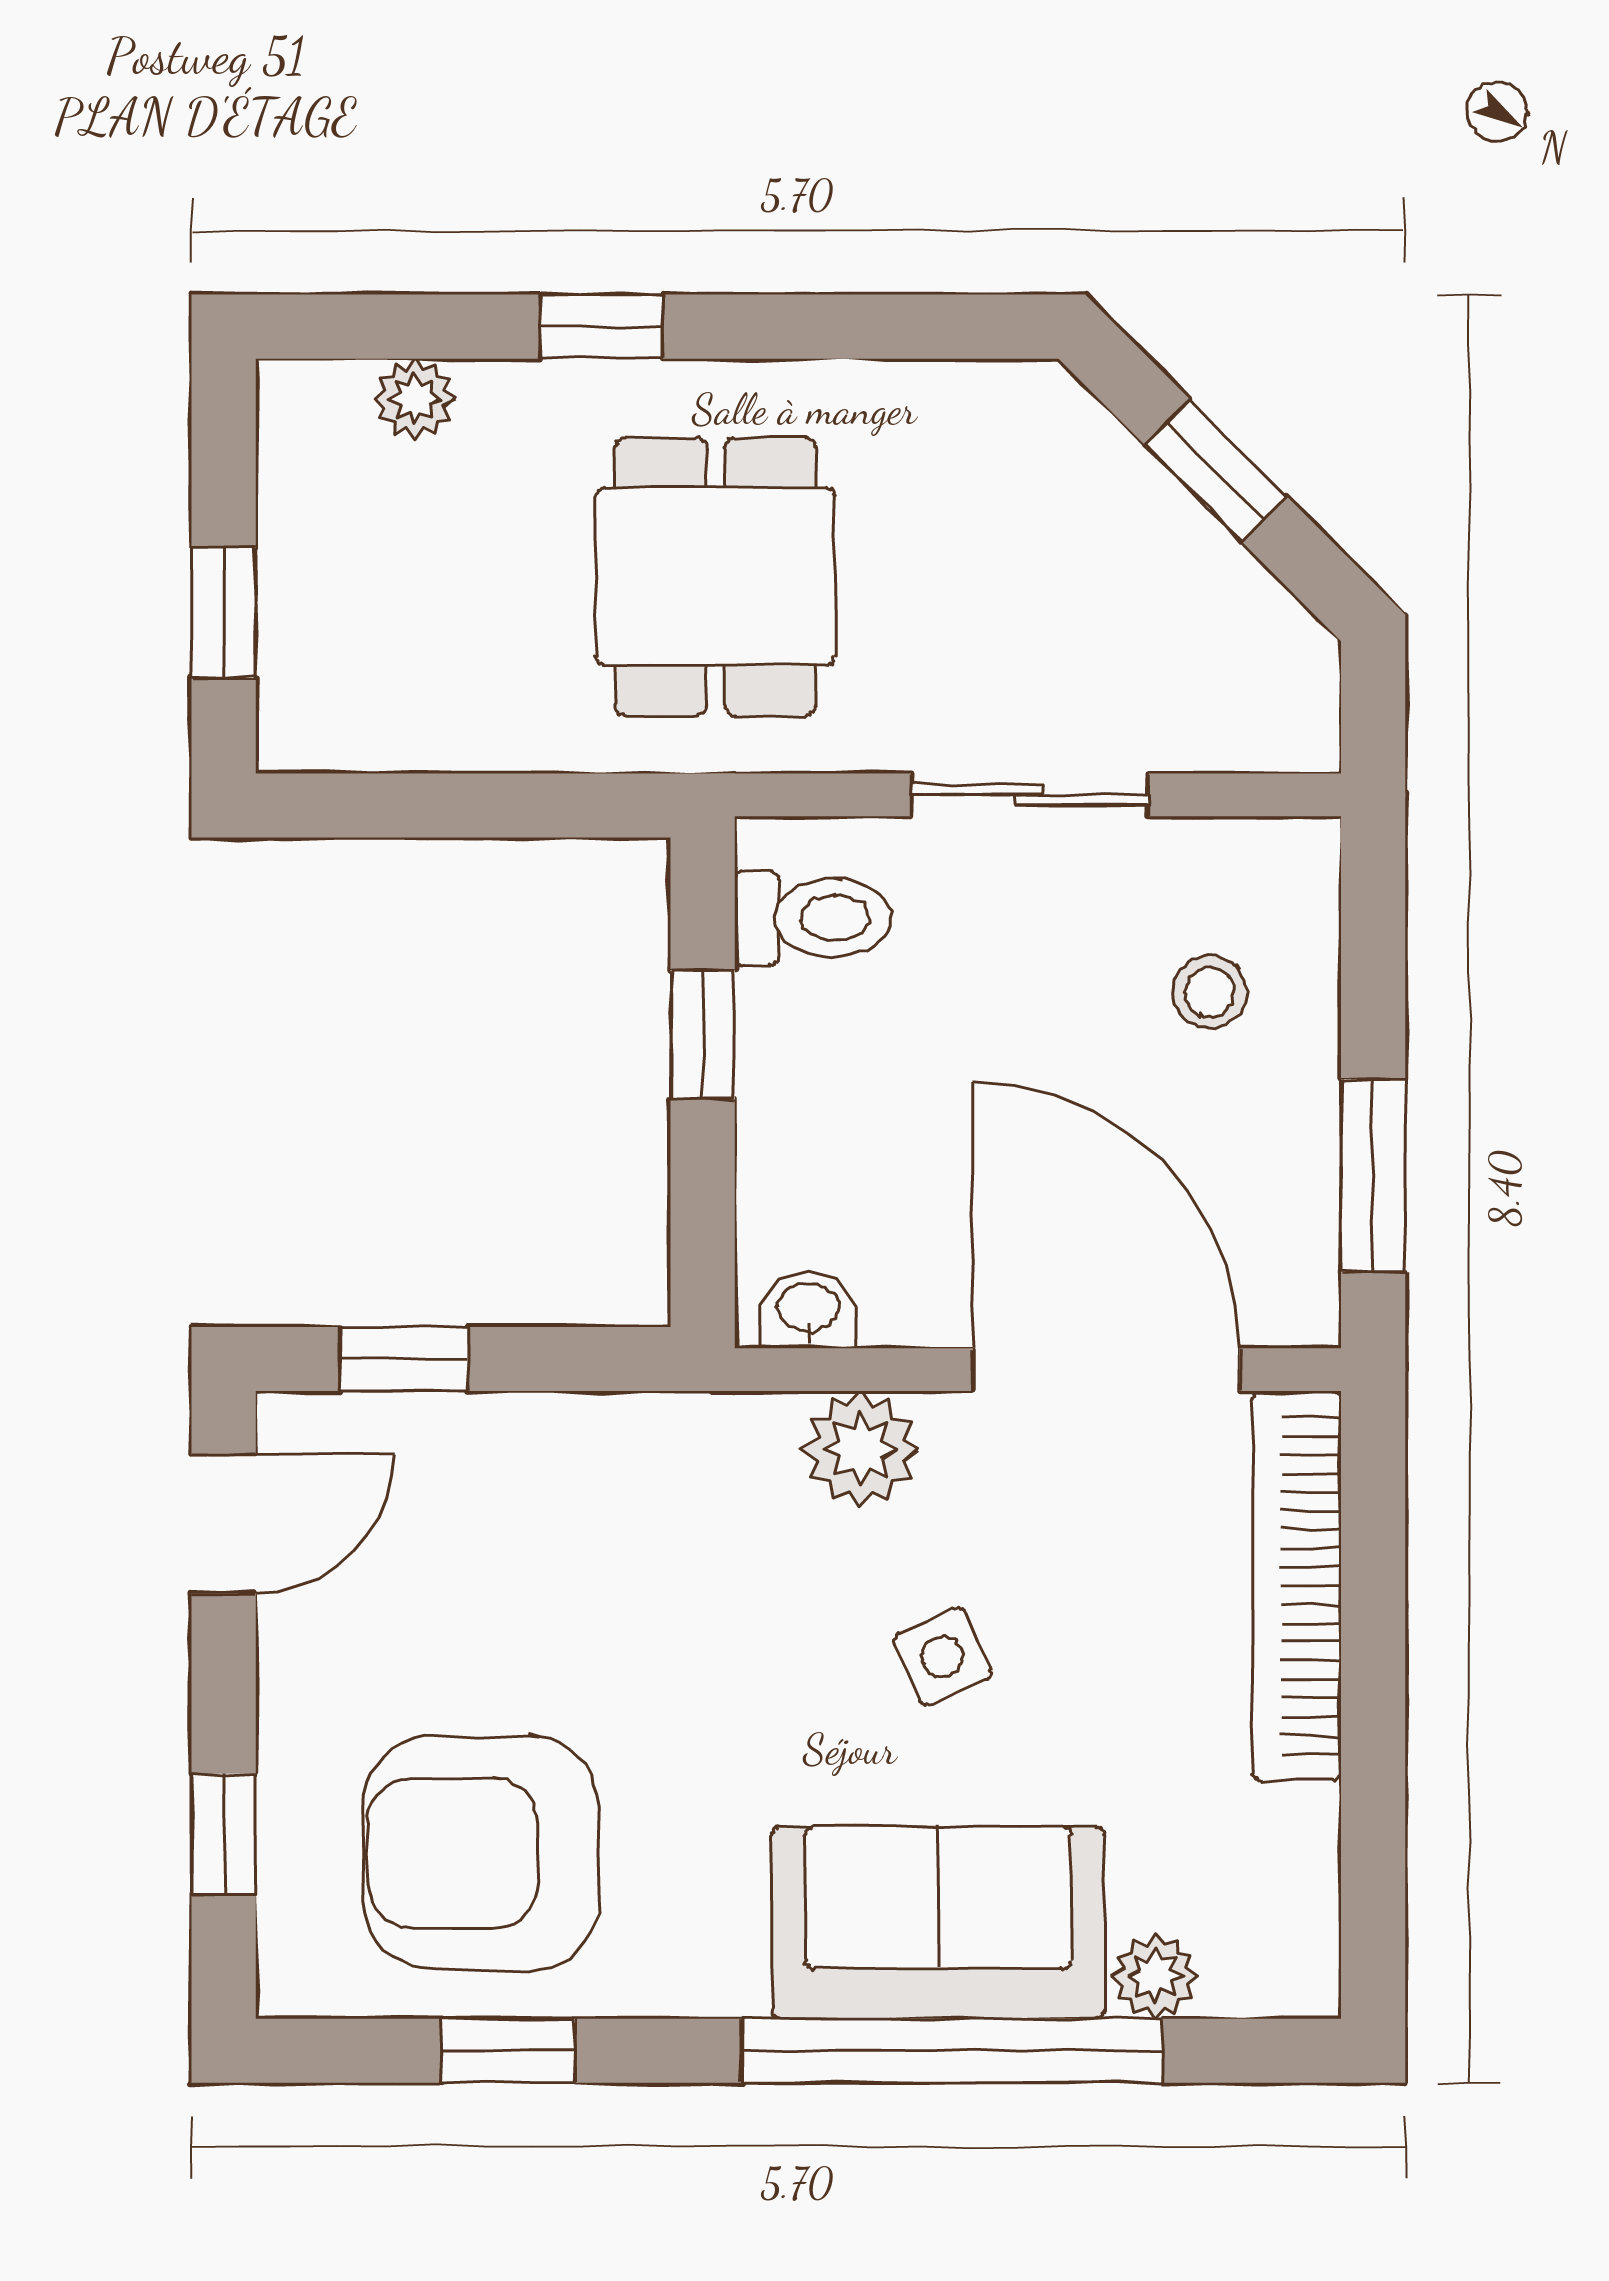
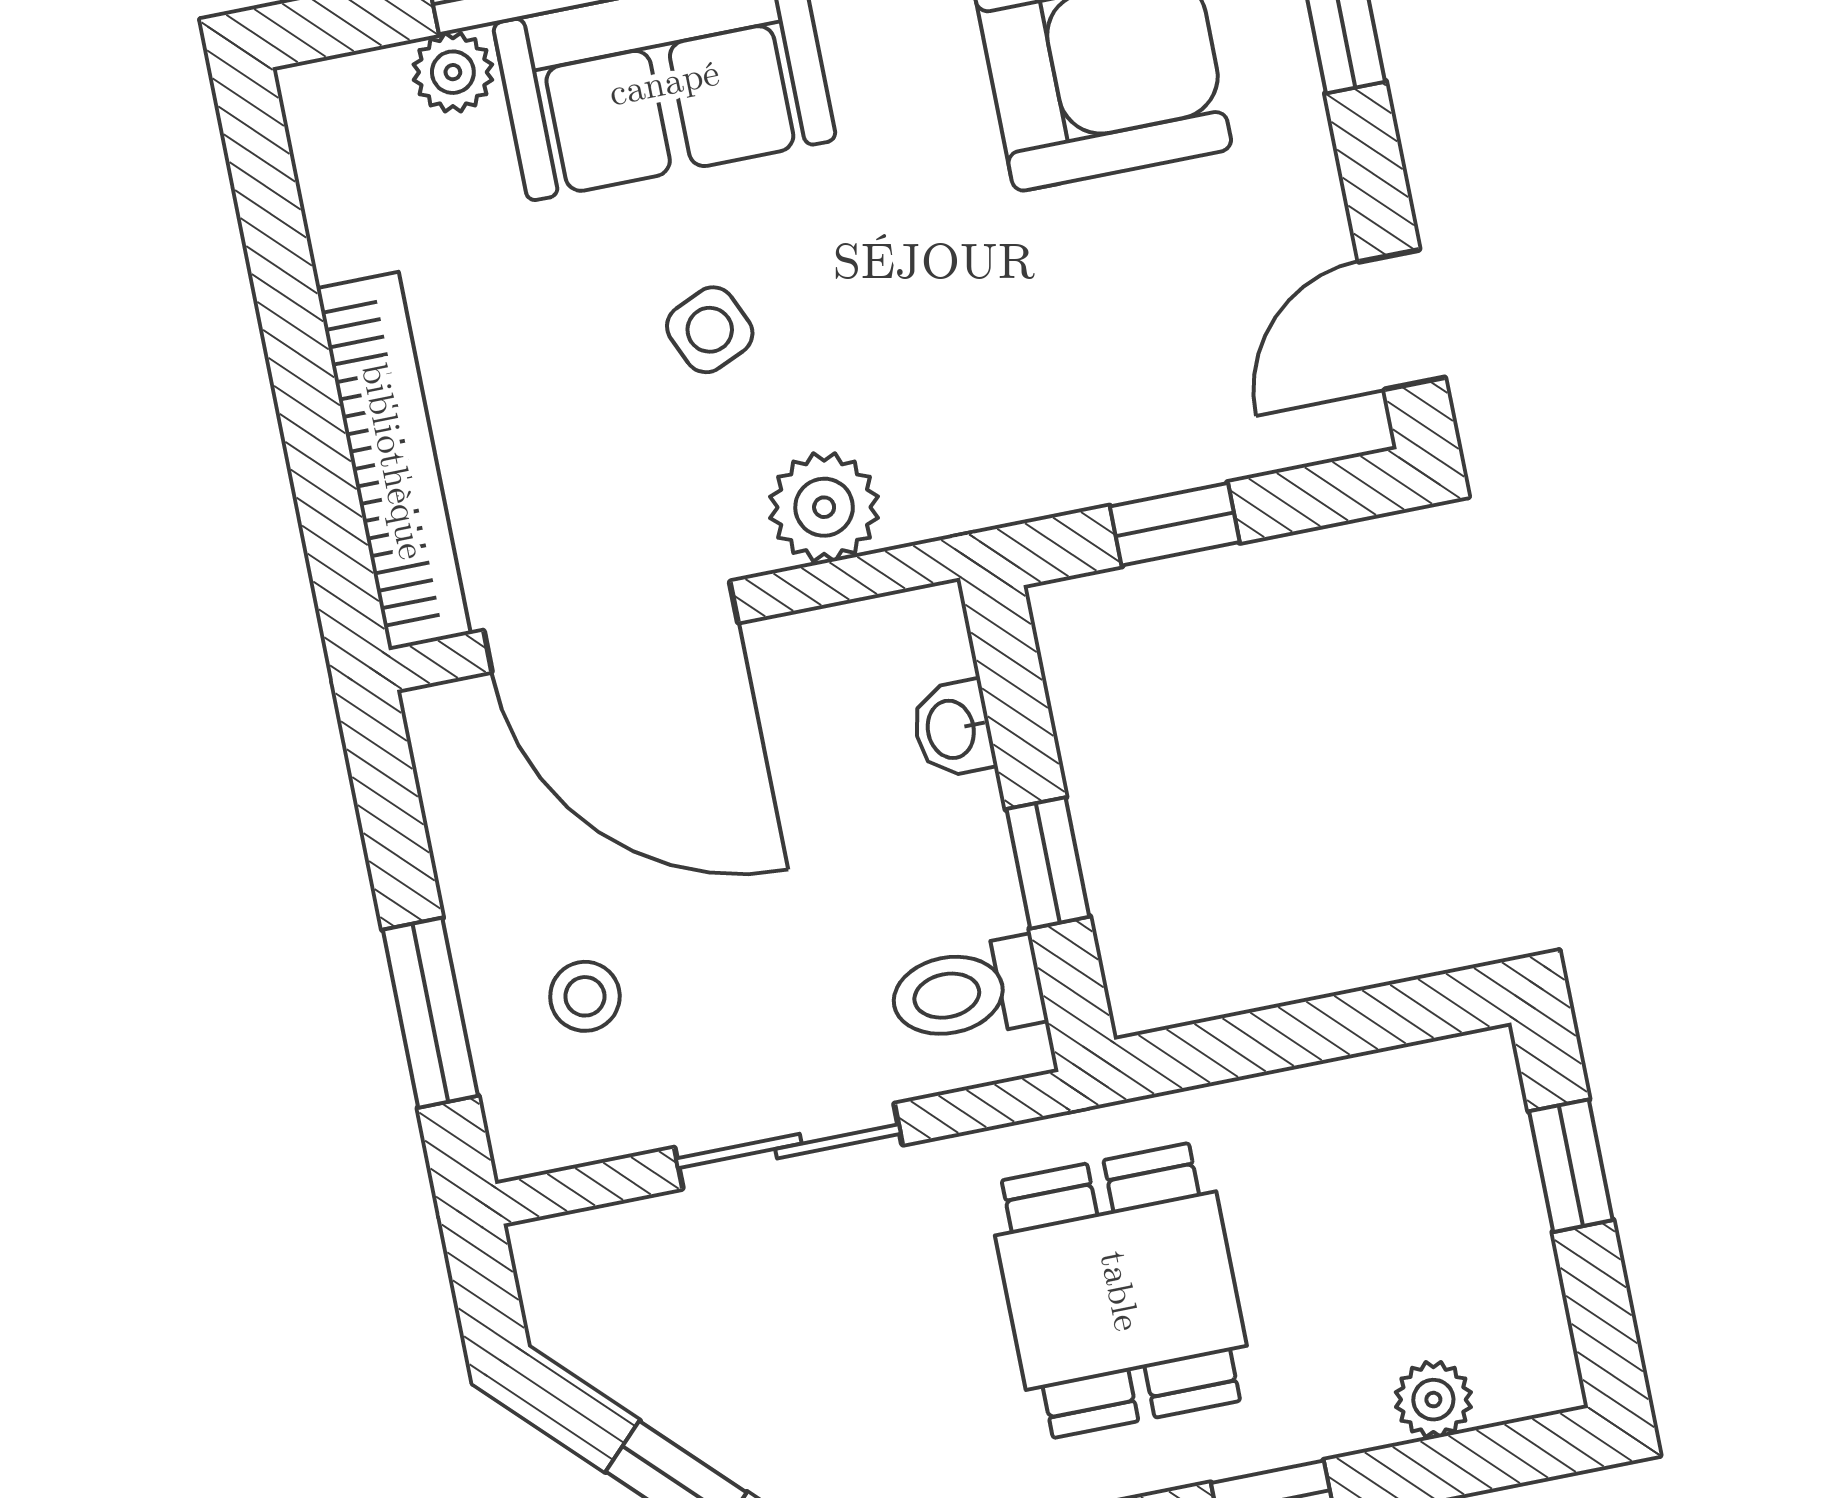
window: (1373, 1175) -> (430, 1013), moved
washbasin: (808, 1310) -> (953, 729), moved, turned 90
window: (404, 1359) -> (1175, 524), moved

